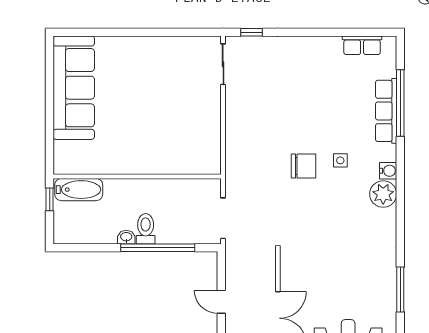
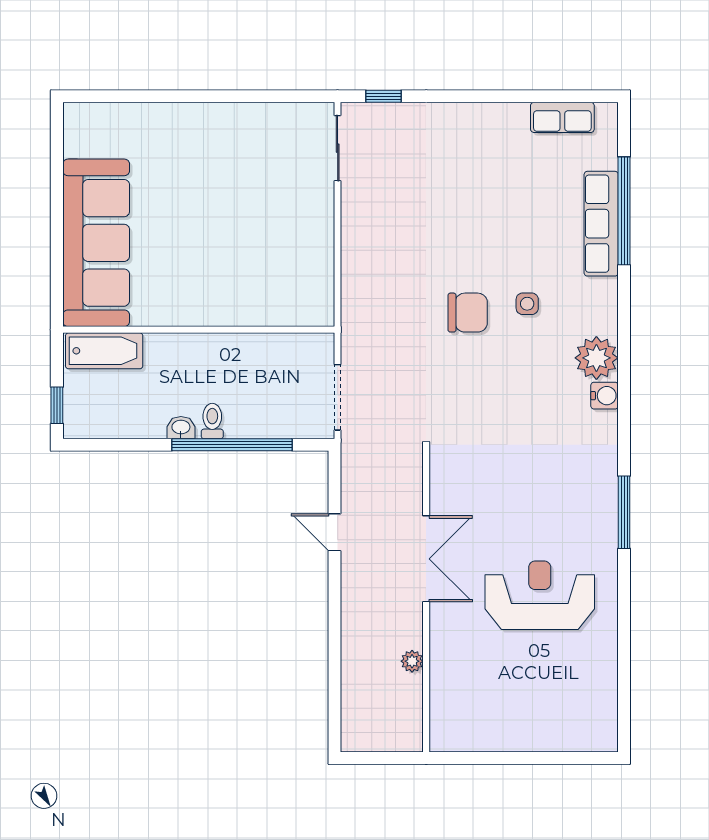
sofa: (74, 88) -> (96, 243), moved
water cooler: (388, 171) -> (605, 396), moved
window: (50, 199) -> (57, 405), moved
toilet: (146, 229) -> (212, 421), width x0.73, depth x0.72

